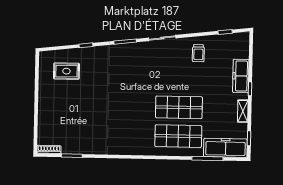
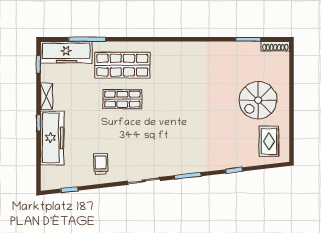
rug: (66, 71) -> (269, 141), moved, turned 90
freezer: (241, 76) -> (52, 138), width x1.36, depth x1.26
spiral stairs: (65, 104) -> (258, 100), added
shop shelf: (179, 107) -> (122, 99), width x0.70, depth x0.74

